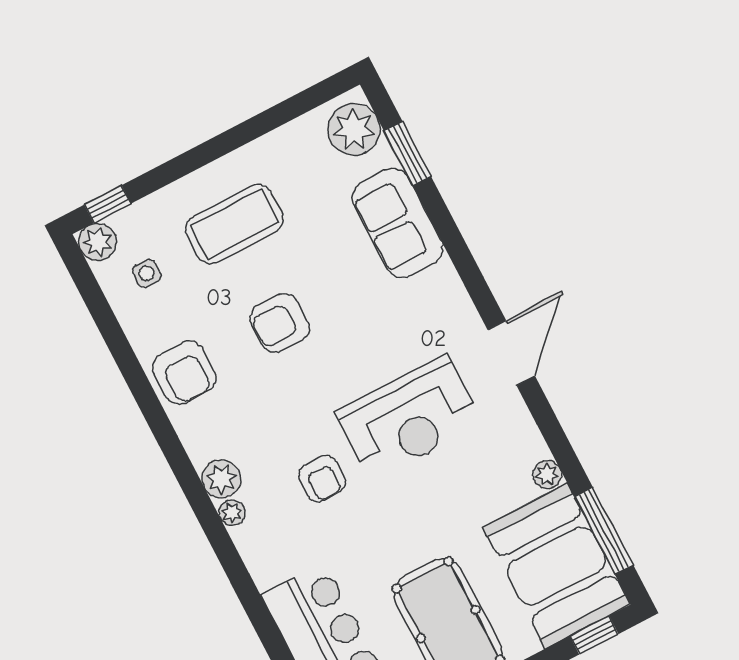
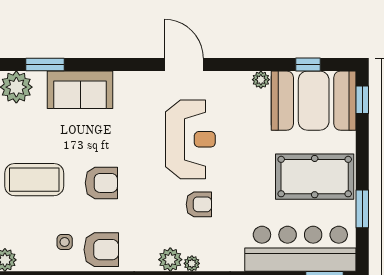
coffee table: (235, 224) -> (34, 180), turned 90
side table: (147, 273) -> (65, 242), moved
armchair: (280, 323) -> (101, 183), turned -90
window: (604, 531) -> (308, 65), width x0.46

